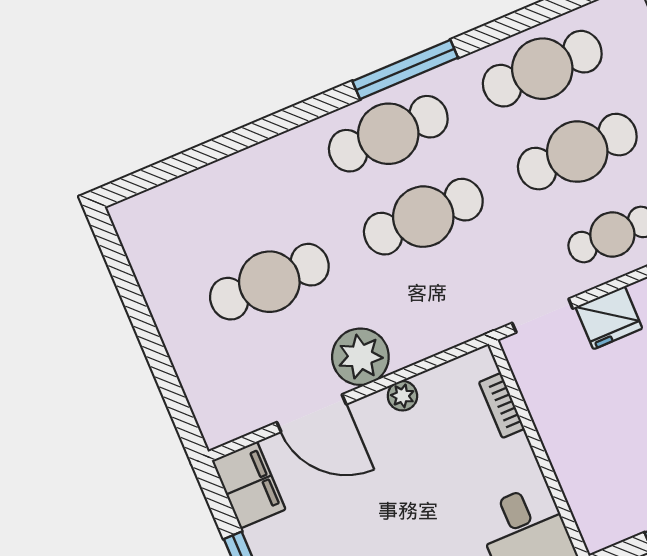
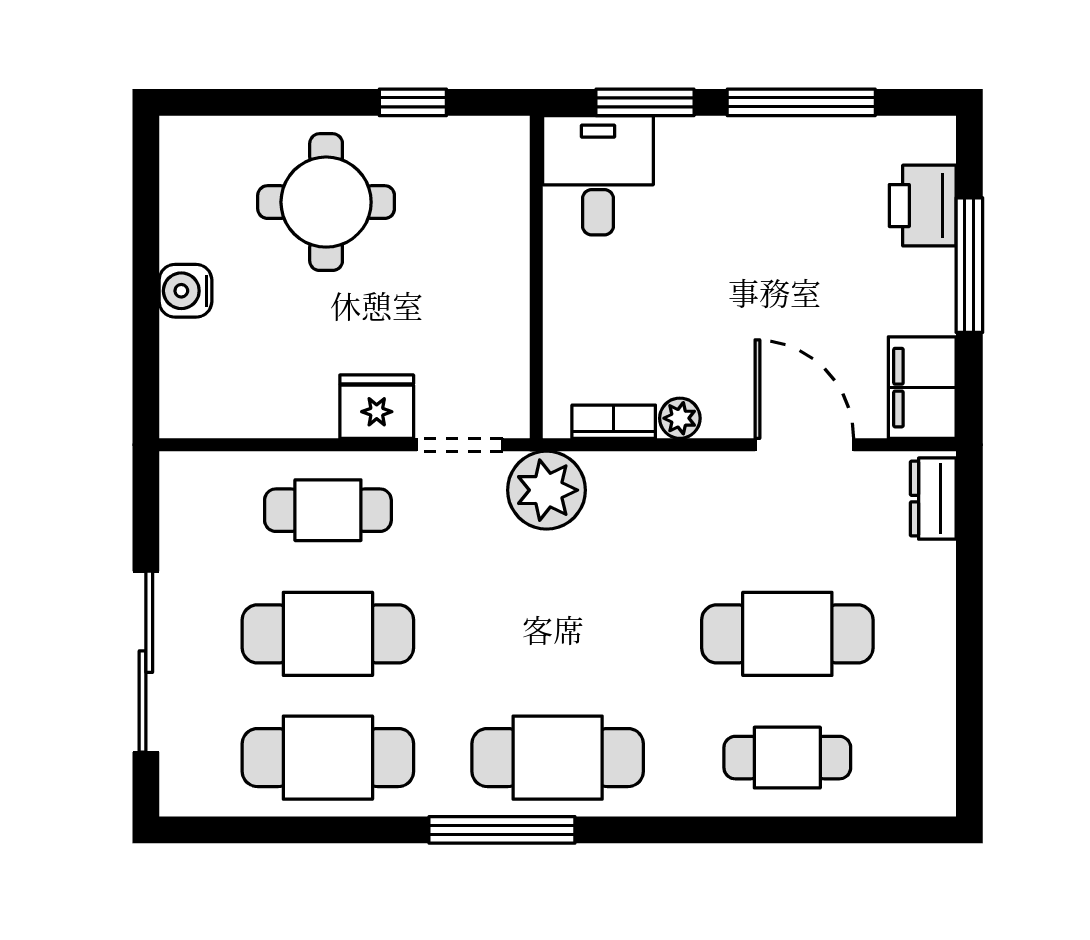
cafe table: (423, 217) -> (787, 758), moved, width x0.73, depth x0.74
plant: (360, 357) -> (546, 490), moved
bookcase: (502, 405) -> (614, 422), moved, turned -90
dresser: (210, 414) -> (933, 499), added

